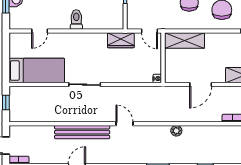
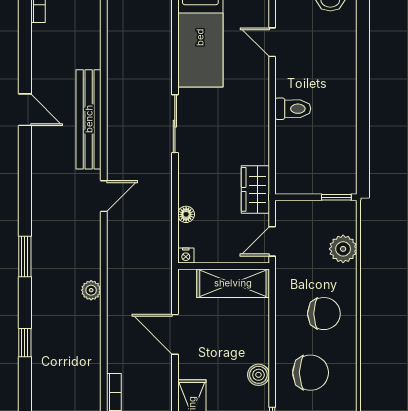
boiler: (223, 38) -> (258, 375), added
shelving: (184, 41) -> (233, 283), moved, turned 90
floor lamp: (135, 78) -> (186, 214), added

